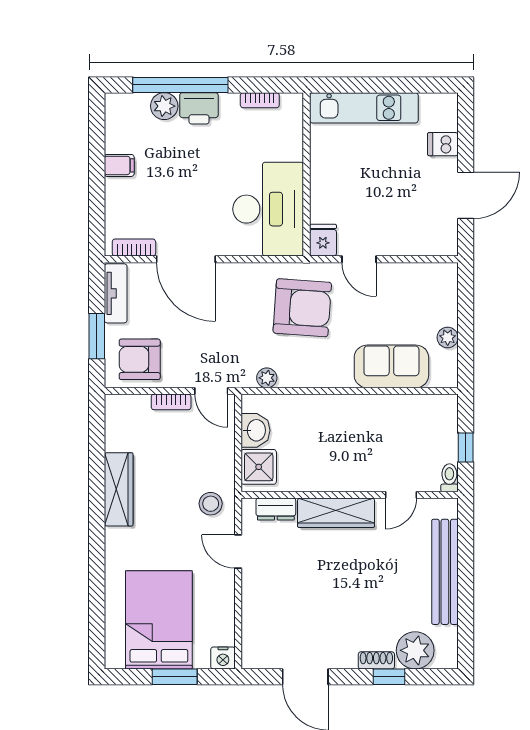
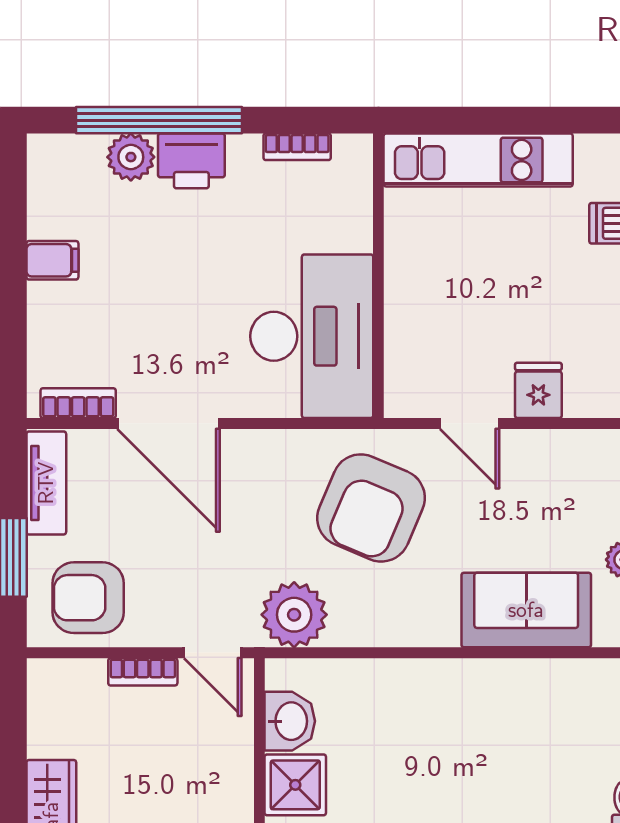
fridge: (323, 240) -> (538, 390), moved
armchair: (302, 308) -> (371, 508), turned 109
plant: (267, 378) -> (294, 615), width x1.88, depth x1.88

